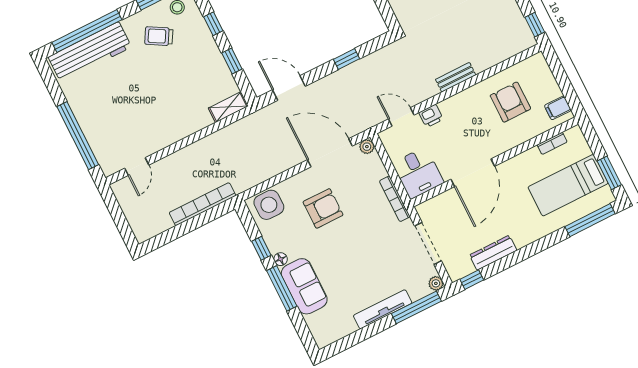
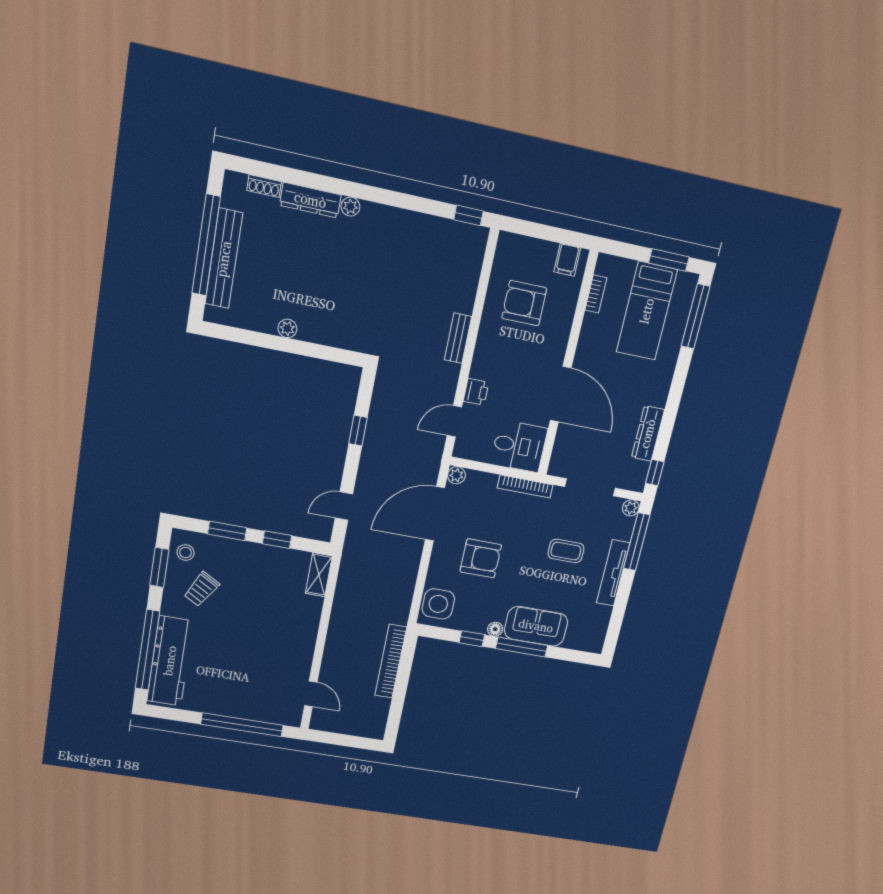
window: (213, 24) -> (227, 531), width x1.50
door: (289, 88) -> (344, 506), width x0.73
armchair: (323, 208) -> (481, 558), turned 90
coffee table: (373, 263) -> (566, 551), added

